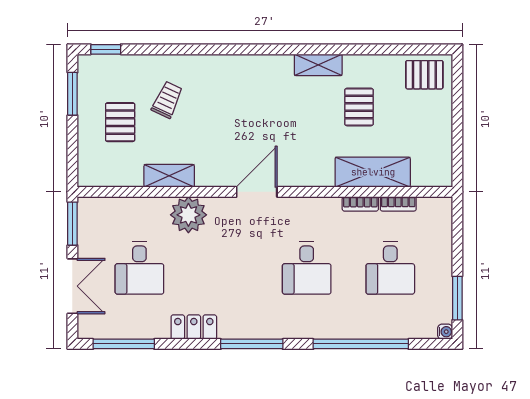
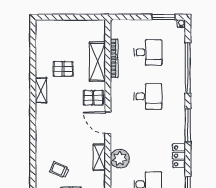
pallet: (424, 75) -> (93, 98), moved, turned 90
shelving: (169, 176) -> (99, 157), moved

